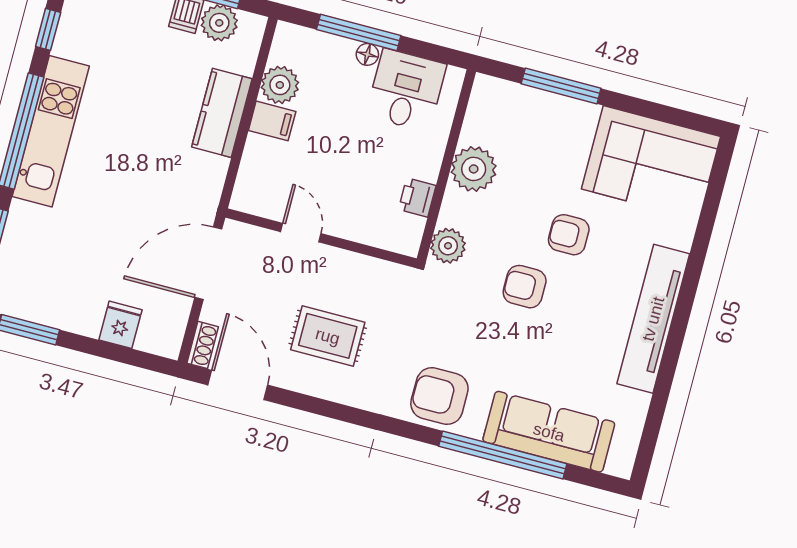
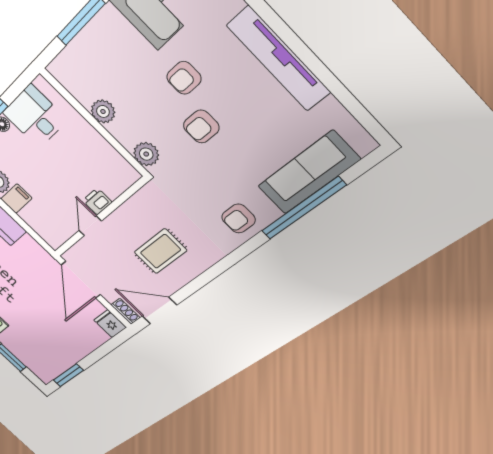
plant: (474, 169) -> (103, 111), width x0.73, depth x0.73
printer: (417, 197) -> (97, 201), moved, turned 90
door: (301, 233) -> (90, 226), hinge flipped
fridge: (120, 325) -> (110, 324), moved
armchair: (439, 396) -> (239, 219), width x0.72, depth x0.72

